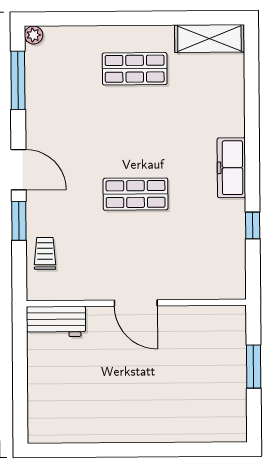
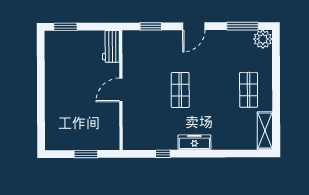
plant: (34, 35) -> (263, 39), width x1.88, depth x1.88
window: (19, 221) -> (151, 26), moved
trolley: (45, 253) -> (148, 41), removed
window: (20, 405) -> (65, 27), added

